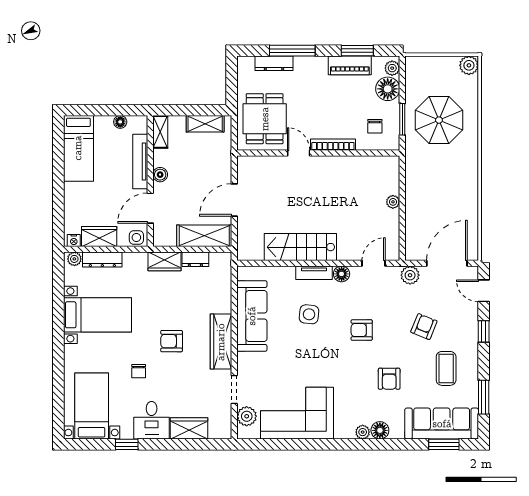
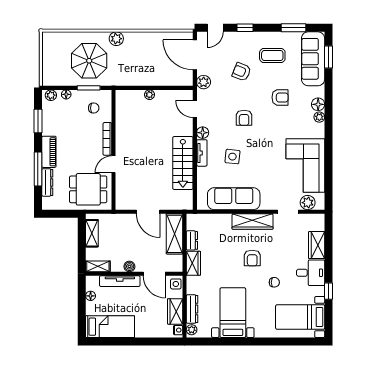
piano: (350, 65) -> (49, 152), moved
plant: (469, 65) -> (116, 39), moved
floor lamp: (388, 89) -> (66, 94), width x0.53, depth x0.53

